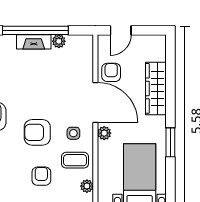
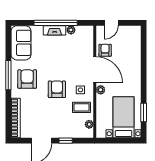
wardrobe: (156, 88) -> (134, 61), removed
armchair: (37, 132) -> (57, 89), turned 90
window: (170, 142) -> (144, 112), moved
armchair: (41, 176) -> (60, 118), removed

